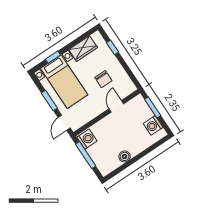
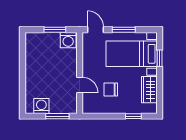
window: (86, 155) -> (55, 30), width x0.69
boiler: (125, 156) -> (31, 63), removed

